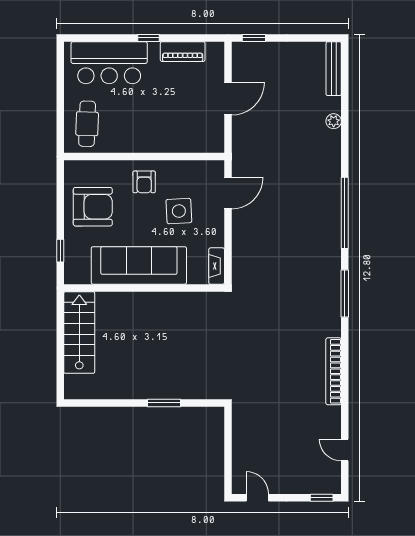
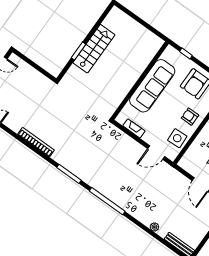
door: (228, 193) -> (156, 153), hinge flipped
side table: (179, 211) -> (177, 138), moved
fireplace: (217, 266) -> (134, 128), moved
stairs: (79, 333) -> (94, 49), moved, turned -90

